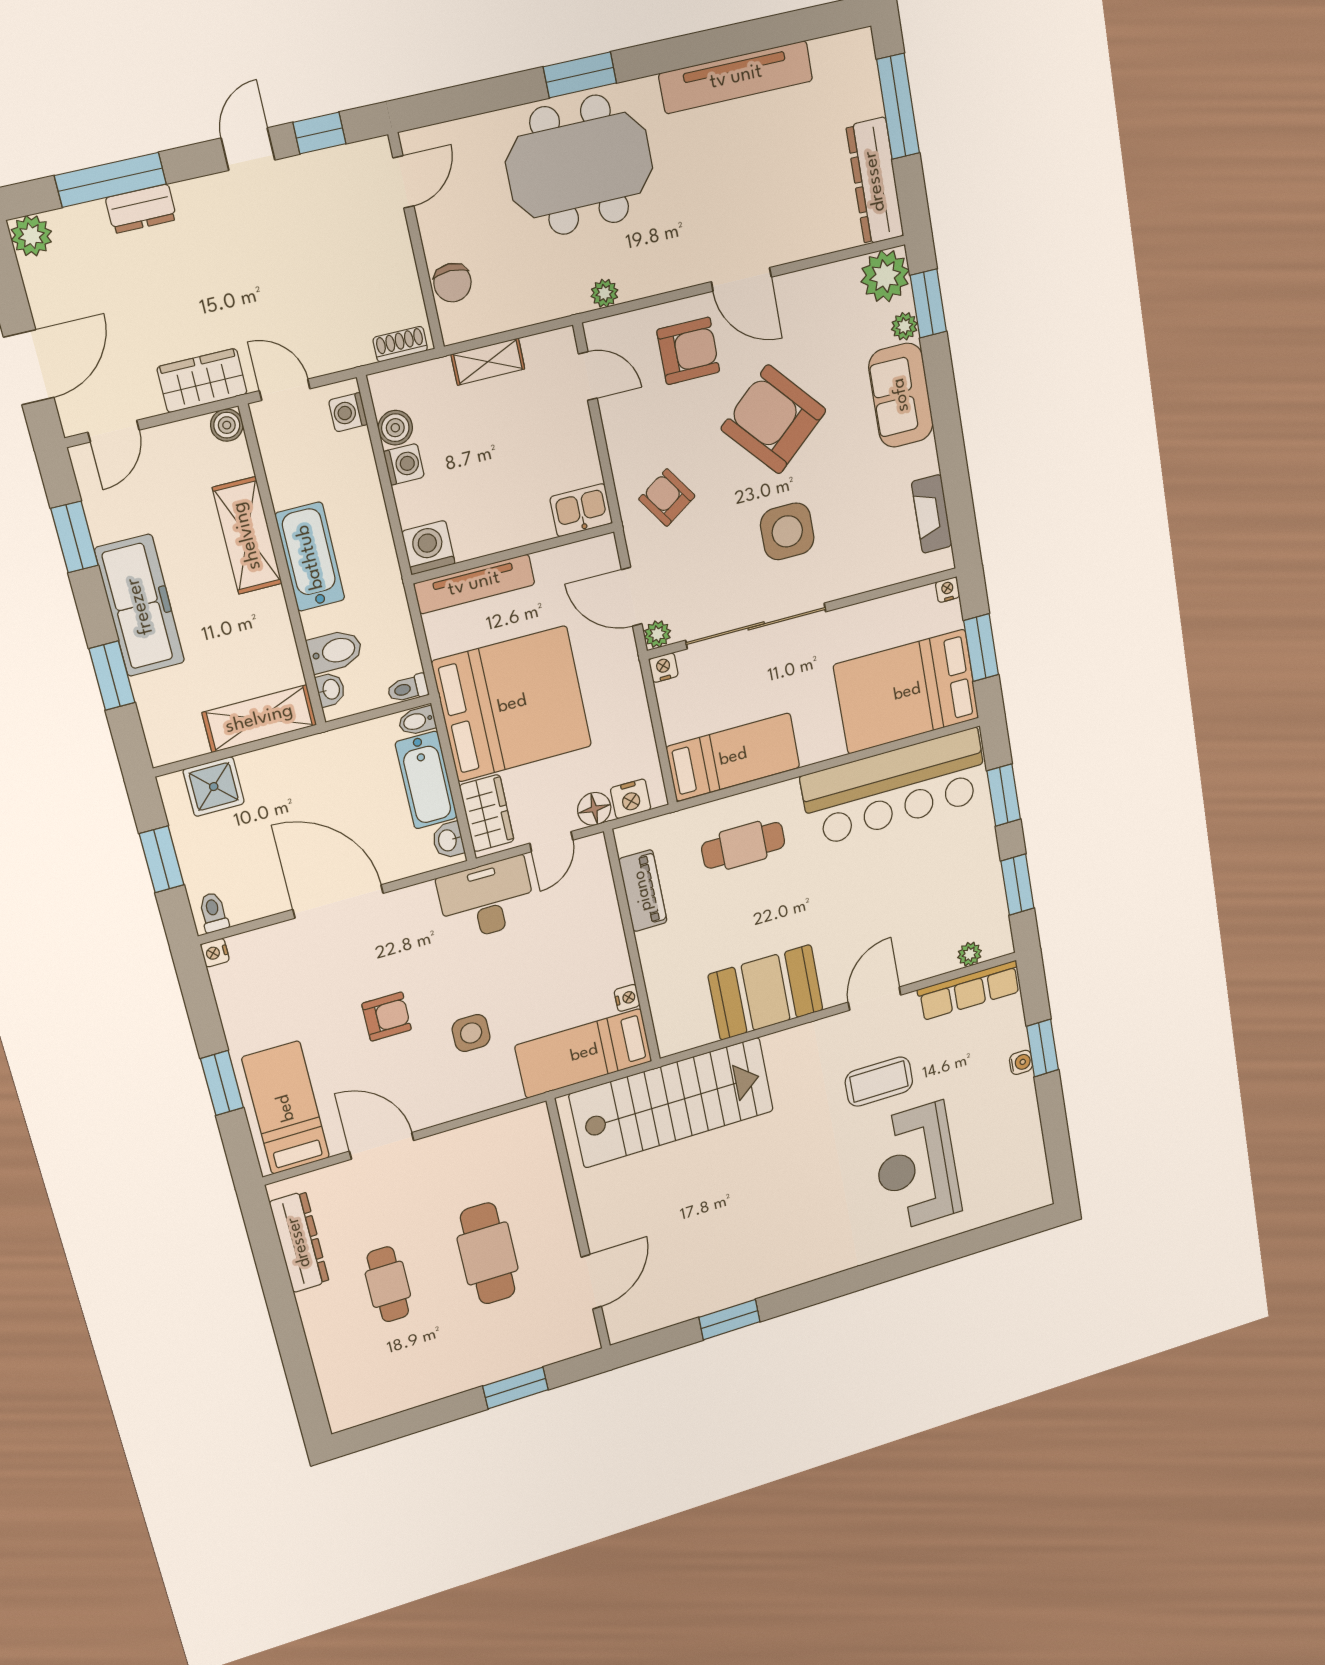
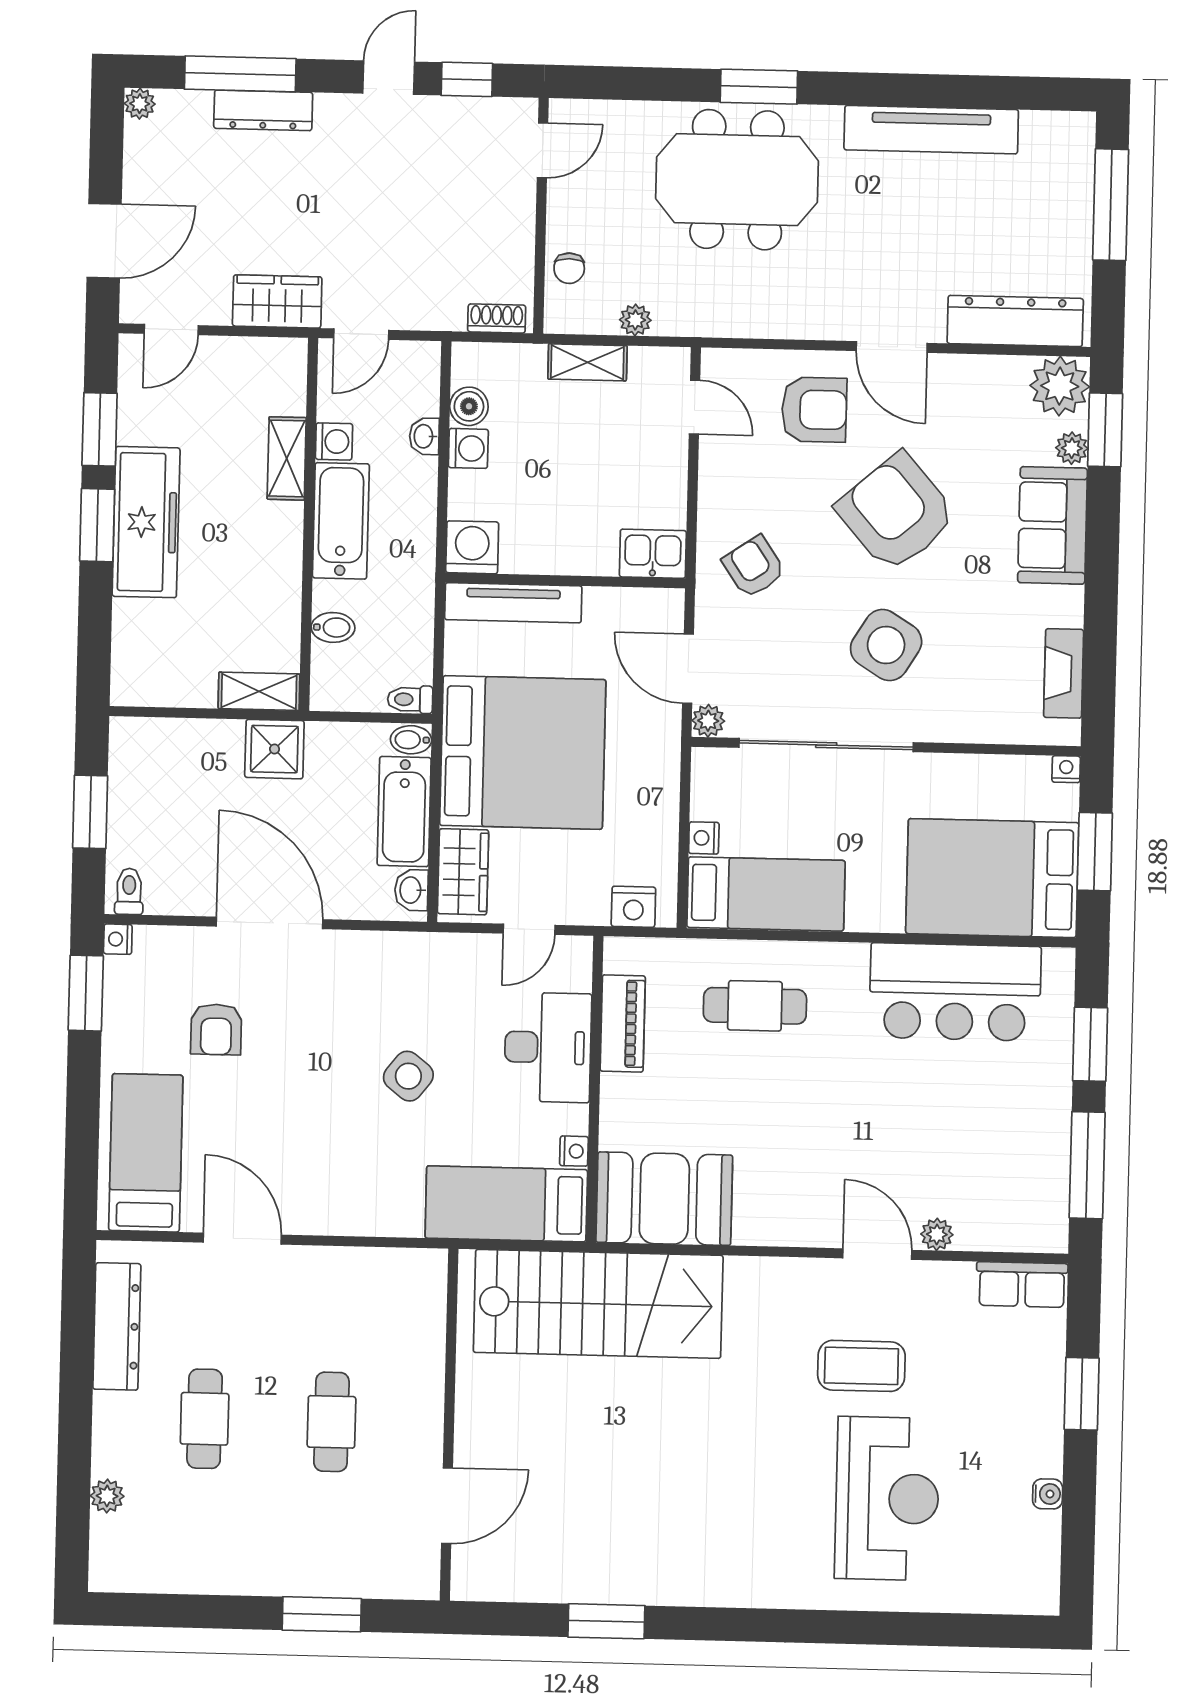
dresser: (875, 181) -> (1015, 321), moved, turned 90
dresser: (141, 209) -> (263, 110), width x1.44
plant: (31, 236) -> (140, 104), width x0.73, depth x0.73
chair: (452, 283) -> (569, 268), width x0.73, depth x0.73
plant: (604, 293) -> (635, 320), moved
door: (285, 390) -> (361, 334), swing flipped
washing machine: (348, 412) -> (334, 441), moved, turned 180
boiler: (227, 425) -> (290, 355), removed
side table: (787, 531) -> (886, 645), turned 32
shelving: (247, 536) -> (287, 458), width x0.67, depth x0.75
bidet: (335, 651) -> (333, 627), width x0.72, depth x0.74
nightstand: (663, 668) -> (704, 838), moved, turned -90
window: (112, 676) -> (97, 525), moved
washbasin: (331, 689) -> (424, 436), moved, turned 180
shelving: (259, 719) -> (259, 691), width x0.67, depth x0.75
shower: (214, 787) -> (274, 749), moved
bar counter: (895, 787) -> (955, 992), width x0.73
floor lamp: (594, 809) -> (588, 906), removed
window: (1017, 885) -> (1087, 1165), width x1.44
desk: (487, 899) -> (548, 1047), moved, turned 90
plant: (970, 954) -> (937, 1234), moved
row of seats: (969, 990) -> (1022, 1285), width x0.68
booth: (766, 992) -> (664, 1199), moved
door: (874, 999) -> (877, 1254), hinge flipped
armchair: (387, 1017) -> (216, 1029), moved, turned 90
side table: (471, 1033) -> (408, 1076), moved, turned 38
water cooler: (1021, 1062) -> (1048, 1494), moved
window: (222, 1083) -> (86, 993), moved
reception desk: (916, 1167) -> (887, 1498), turned 180
cafe table: (488, 1253) -> (331, 1422), width x0.73, depth x0.74
plant: (327, 1364) -> (107, 1496), added

